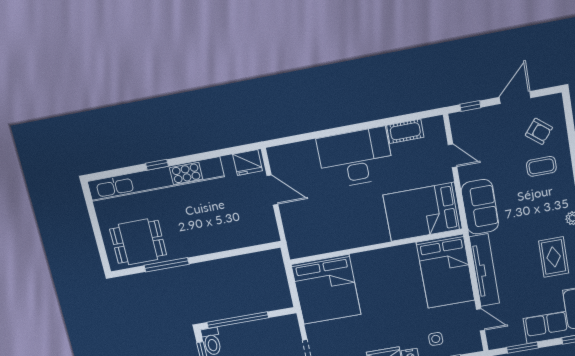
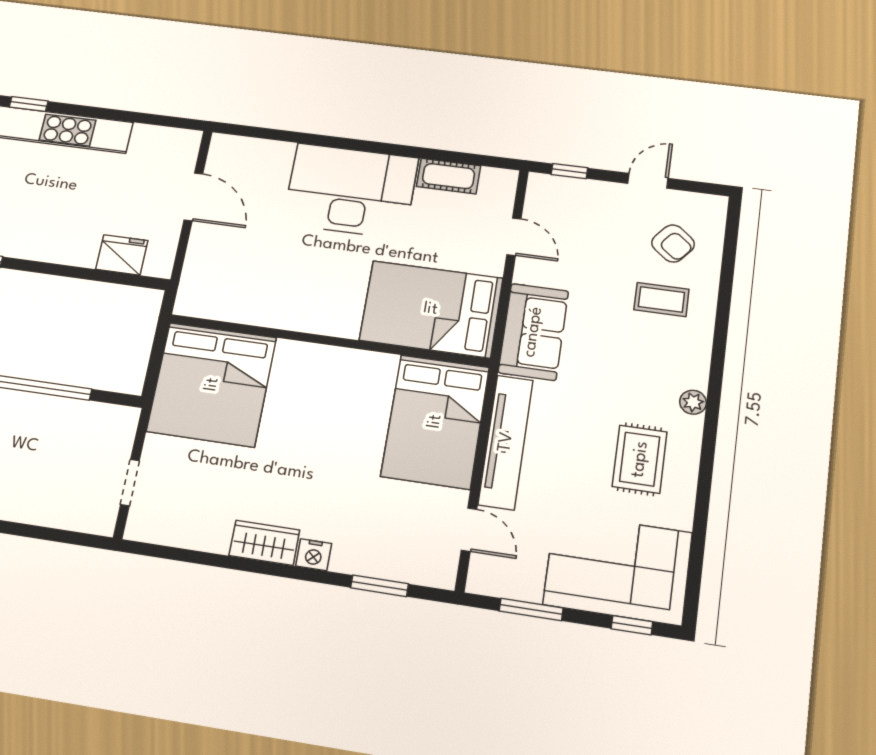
door: (515, 98) -> (648, 181), width x0.73
fridge: (248, 162) -> (122, 255), moved, turned 180
side table: (436, 339) -> (373, 538), removed

